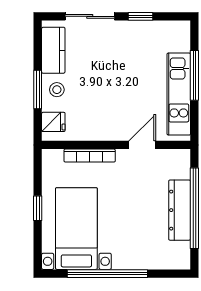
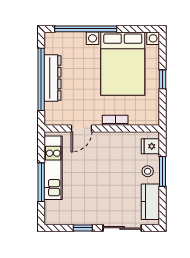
bookcase: (90, 156) -> (115, 120), width x0.64
bed with nightstands: (76, 229) -> (123, 64), width x1.36
window: (107, 274) -> (86, 29), moved

